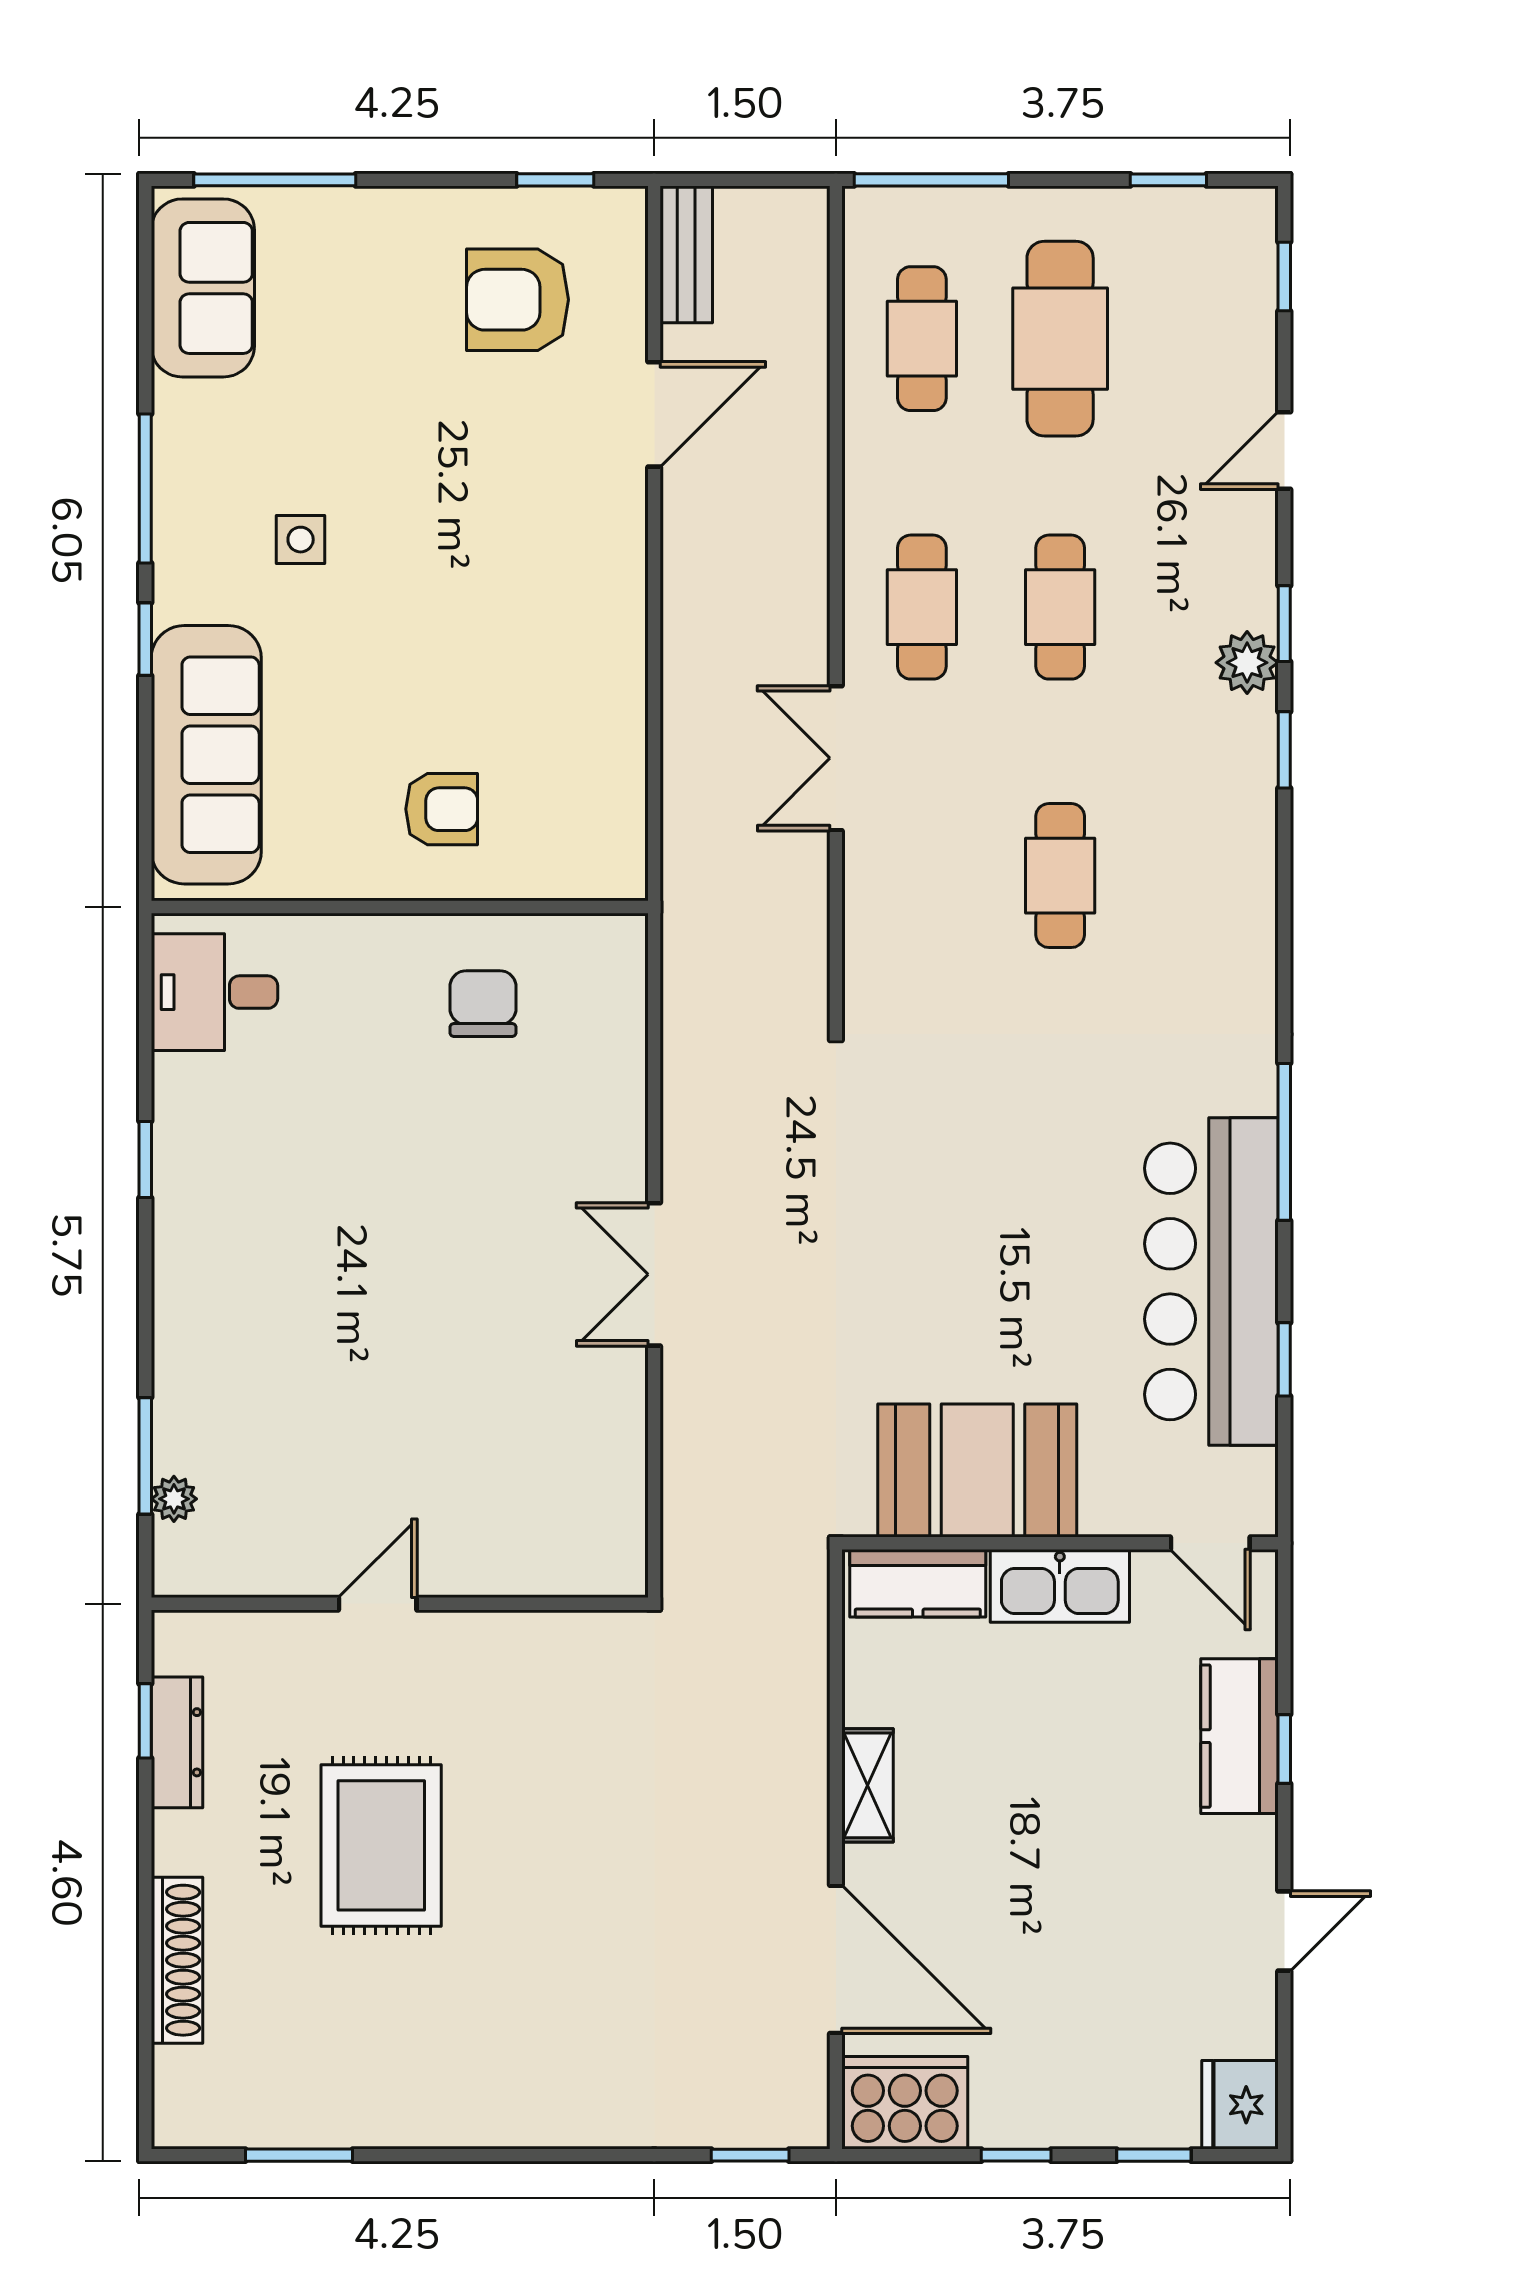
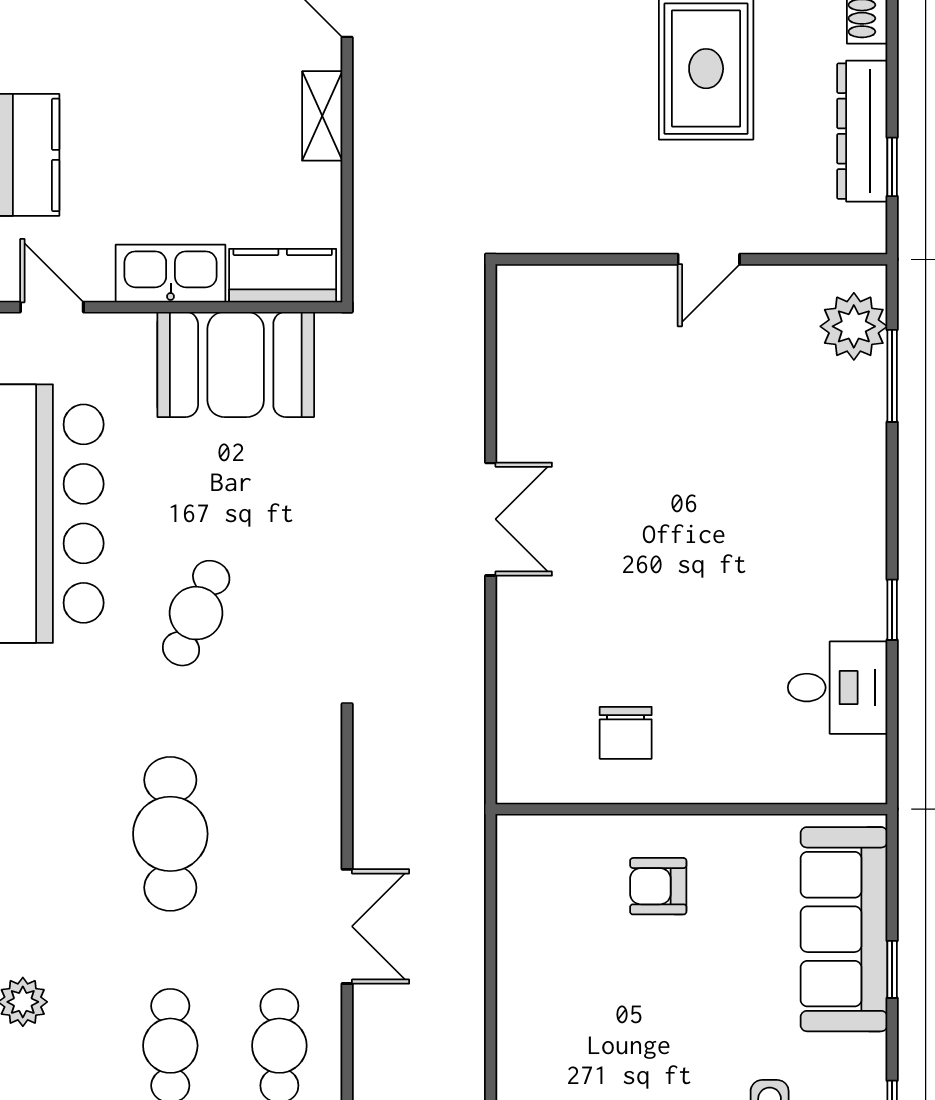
window: (145, 639) -> (892, 969), moved
cafe table: (1060, 876) -> (170, 834), width x1.37, depth x1.35
desk: (214, 992) -> (838, 688), moved
cafe table: (1027, 1155) -> (196, 613), added
plant: (174, 1499) -> (854, 326), width x1.88, depth x1.88
dresser: (177, 1742) -> (862, 131), width x1.37, depth x1.24

